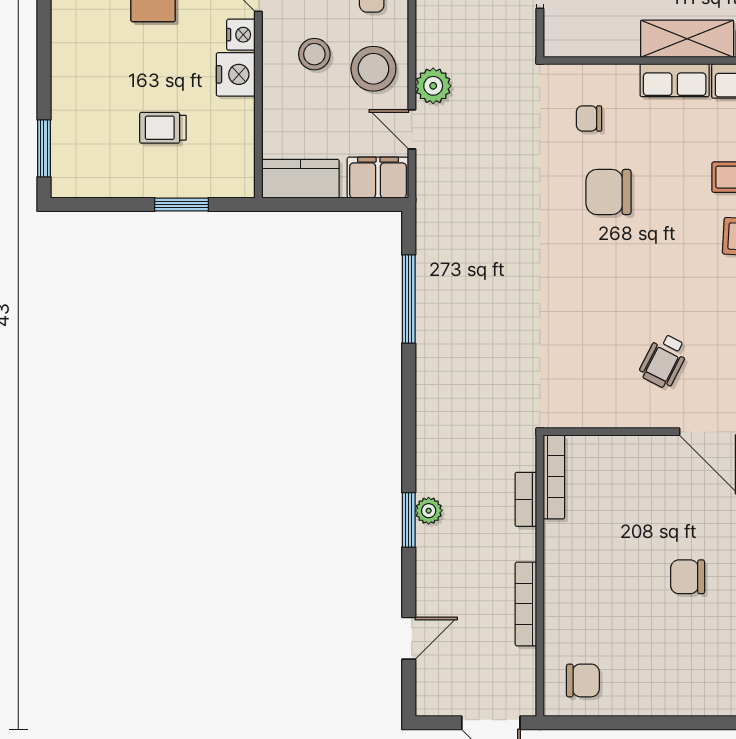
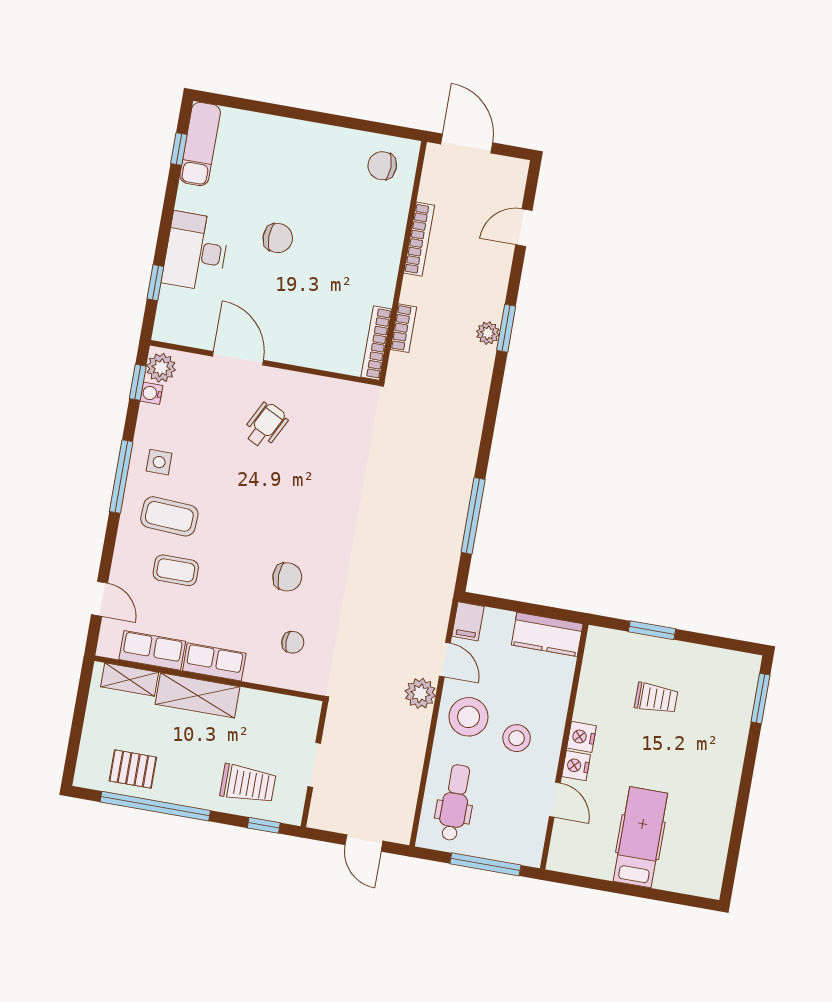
nightstand: (236, 74) -> (582, 737), width x0.74, depth x0.75
filing cabinet: (378, 178) -> (468, 621), width x0.50
chair: (609, 192) -> (287, 577), width x0.73, depth x0.73

